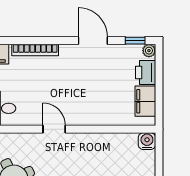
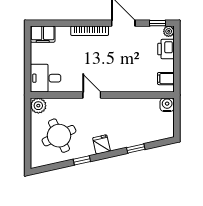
bookcase: (35, 50) -> (90, 31), moved
filing cabinet: (145, 101) -> (166, 79), width x0.50

